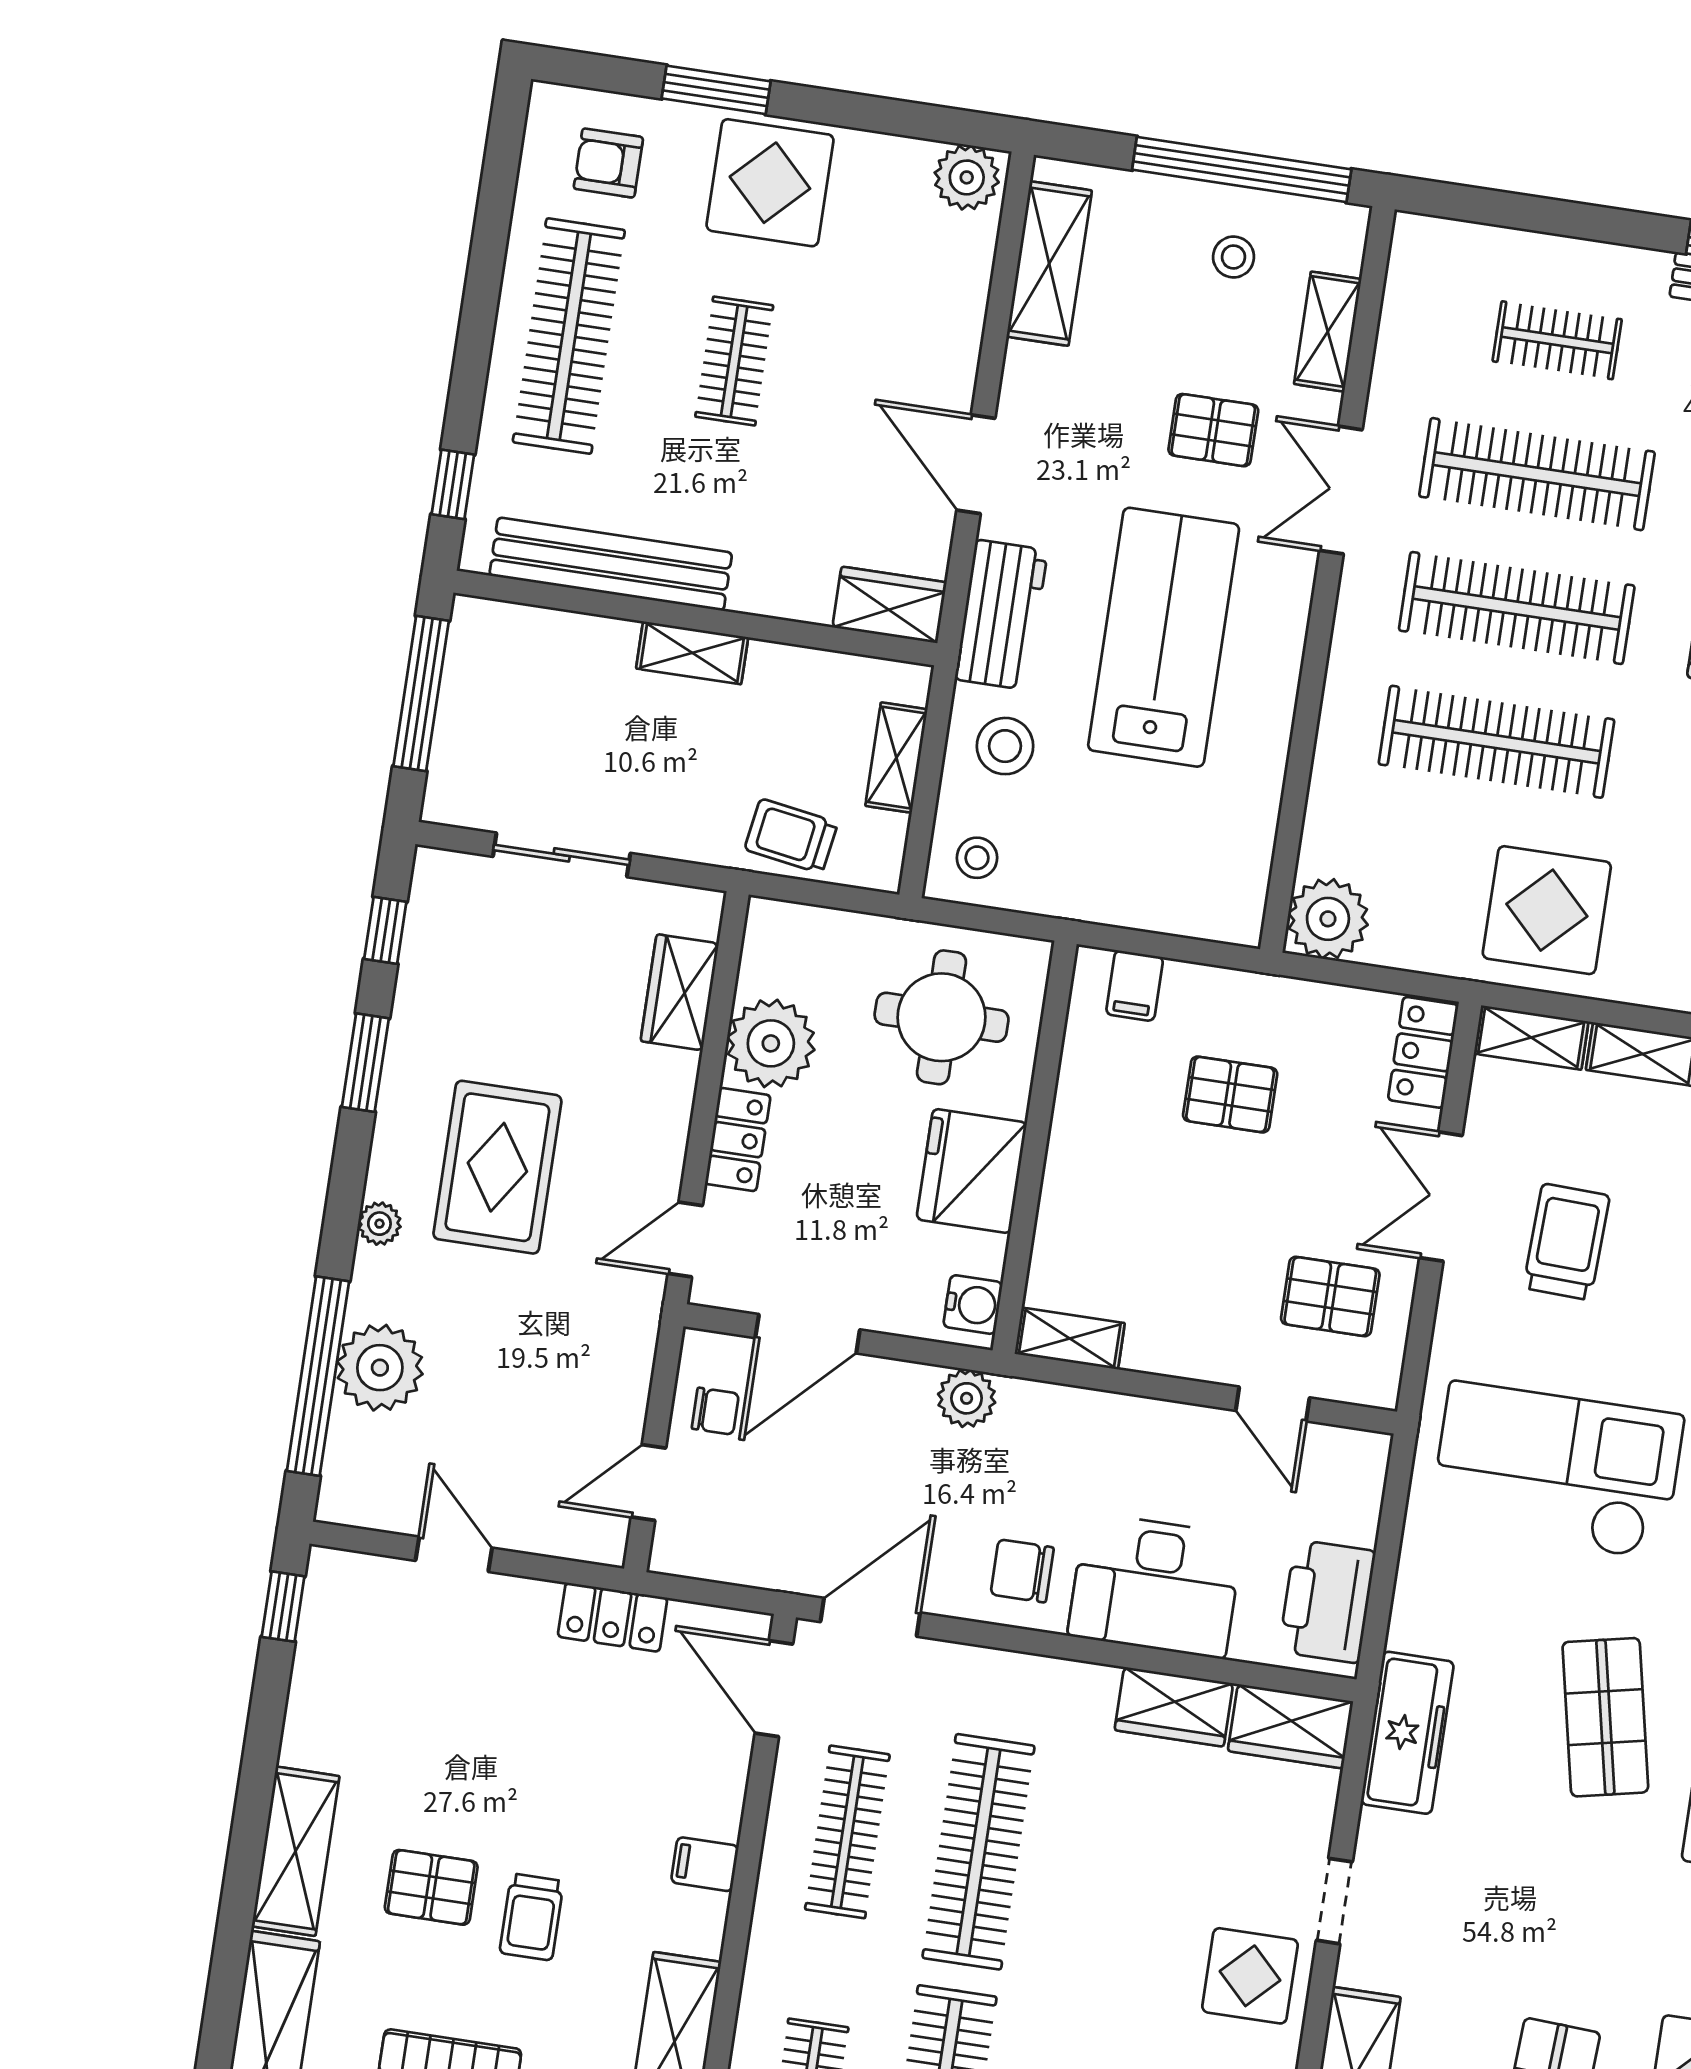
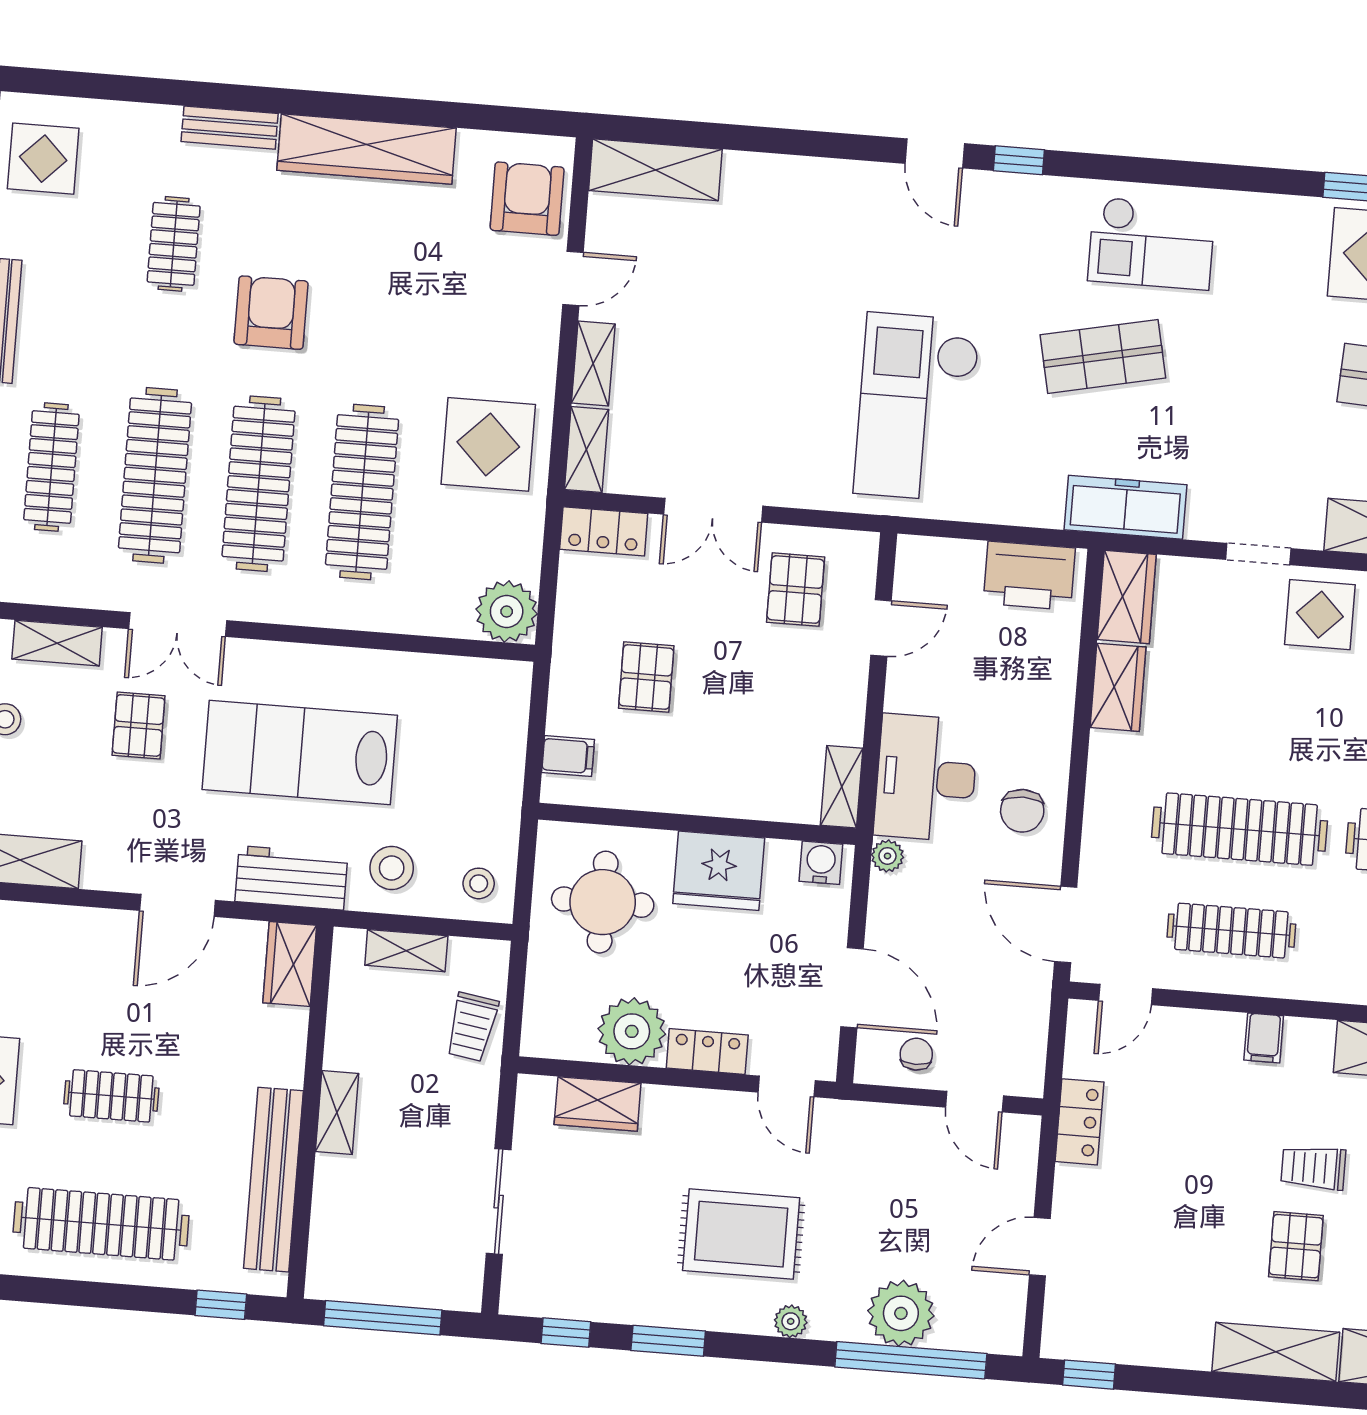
clothes rail: (1557, 340) -> (51, 467), width x1.36
trolley: (1566, 1242) -> (741, 412), removed
plant: (967, 1398) -> (887, 856), width x0.73, depth x0.73
desk: (1155, 1585) -> (926, 778), moved, turned 180
door: (774, 1689) -> (1126, 995), width x0.73
trolley: (532, 1917) -> (1313, 1168), turned 180

